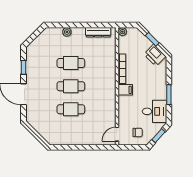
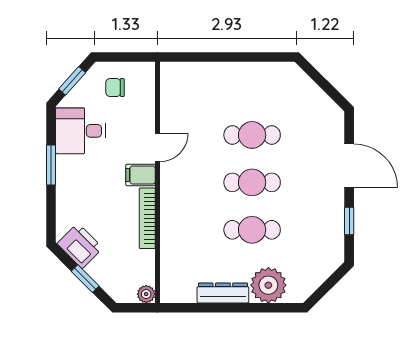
plant: (67, 32) -> (268, 285), width x1.88, depth x1.88
dresser: (98, 32) -> (223, 293), moved
door: (117, 134) -> (157, 147), moved

